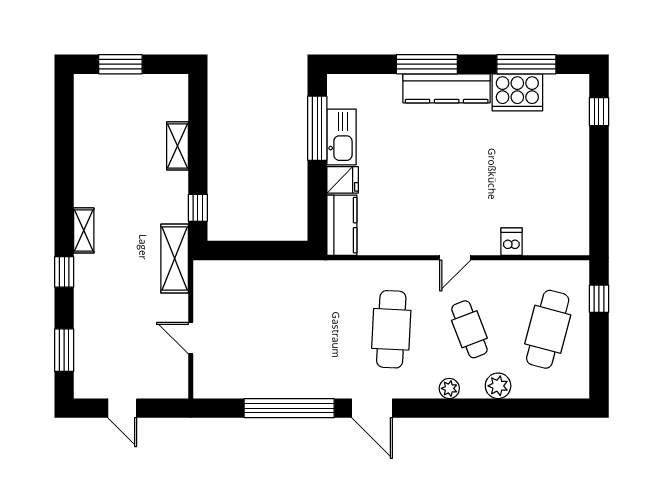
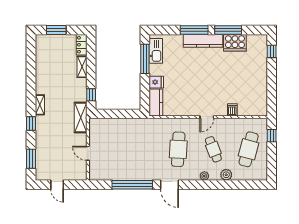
window: (526, 64) -> (228, 30), moved
locker: (177, 97) -> (82, 45), added
kitchen sink: (341, 137) -> (156, 51), moved

